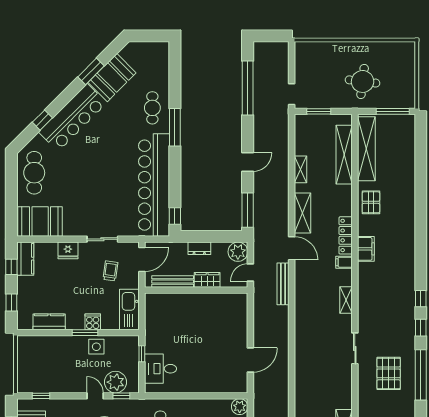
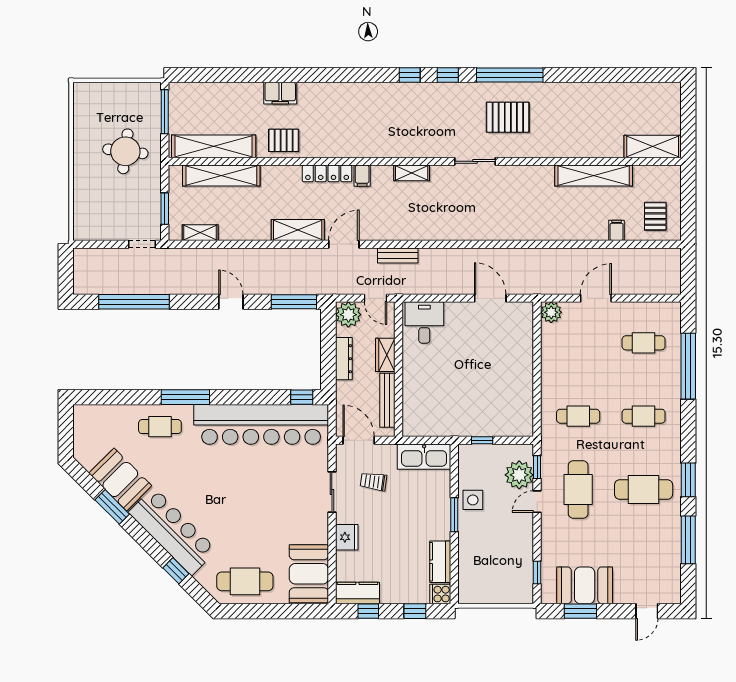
shelving: (300, 169) -> (200, 233), moved
dresser: (199, 248) -> (344, 359), width x1.44
filing cabinet: (366, 249) -> (280, 93), moved, turned 180
bench: (283, 284) -> (398, 255), width x0.73
cooker: (93, 322) -> (440, 594), moved
desk: (161, 369) -> (424, 323), moved, turned 180

